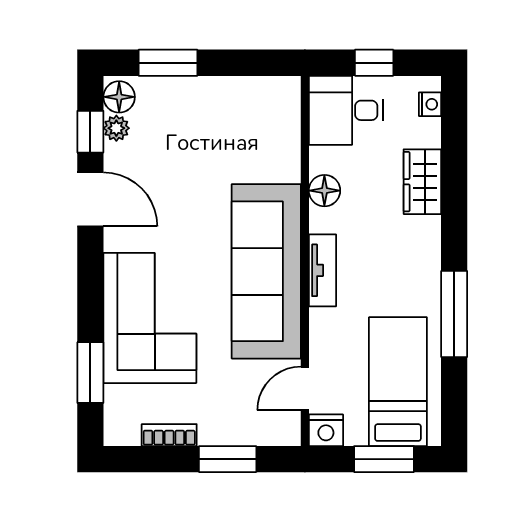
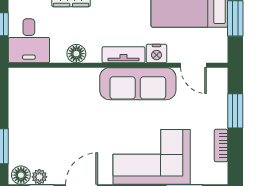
sofa: (266, 271) -> (138, 84), width x0.74, depth x0.79
nightstand: (326, 430) -> (157, 54), moved, turned 90

